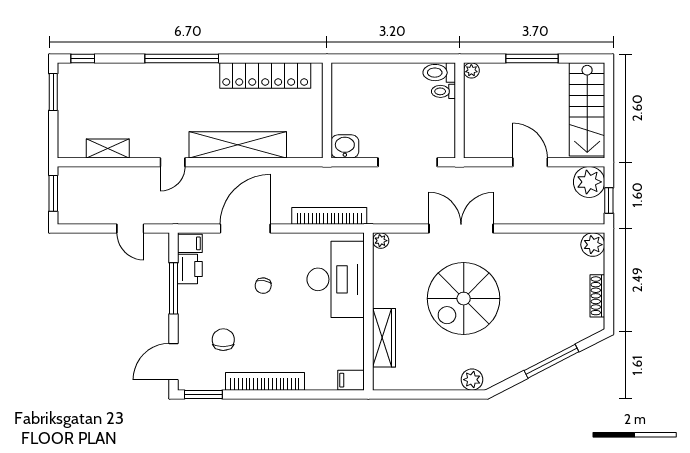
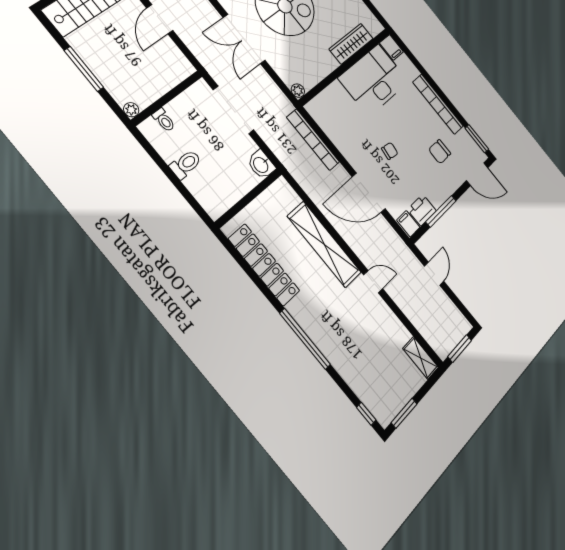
toilet: (439, 73) -> (186, 164), moved, turned -90
shelving: (108, 148) -> (421, 358), moved
desk: (336, 279) -> (374, 80), moved

